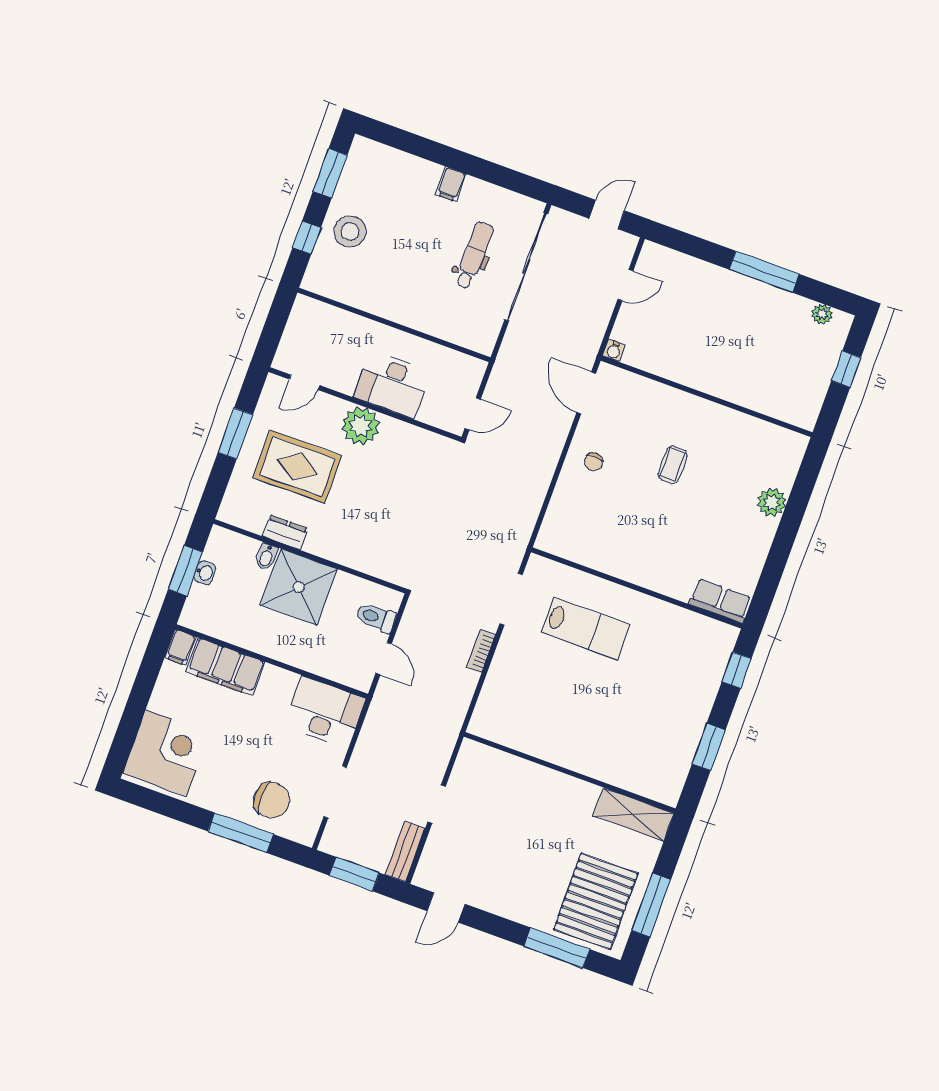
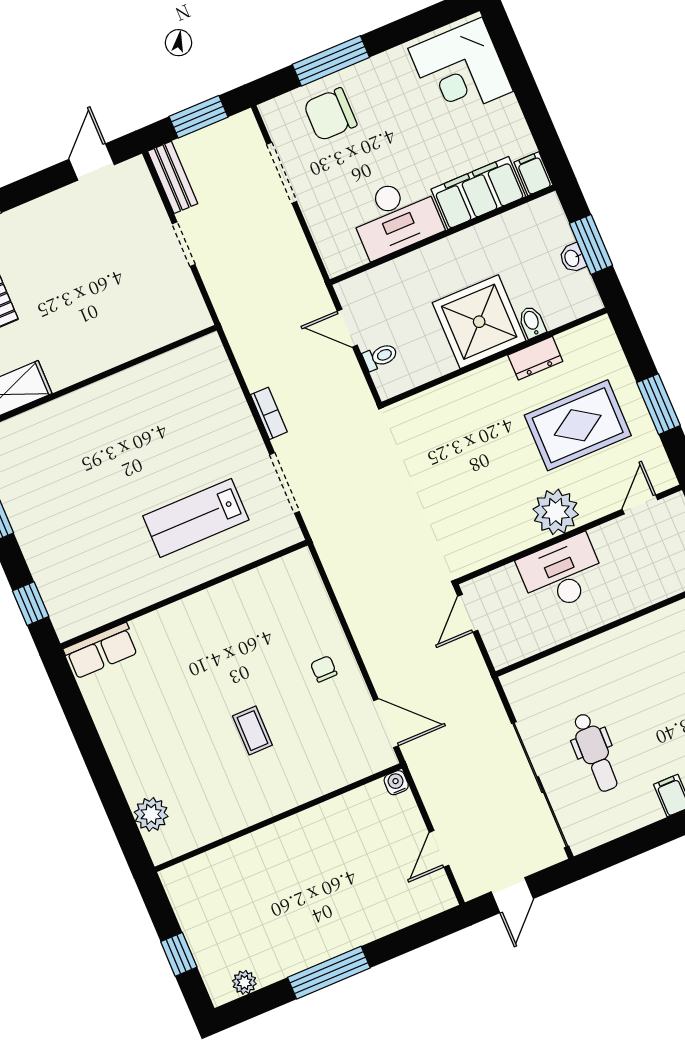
plant: (772, 502) -> (151, 814), moved
toilet: (376, 617) -> (380, 357), width x0.73, depth x0.72
desk: (325, 712) -> (396, 217), moved

